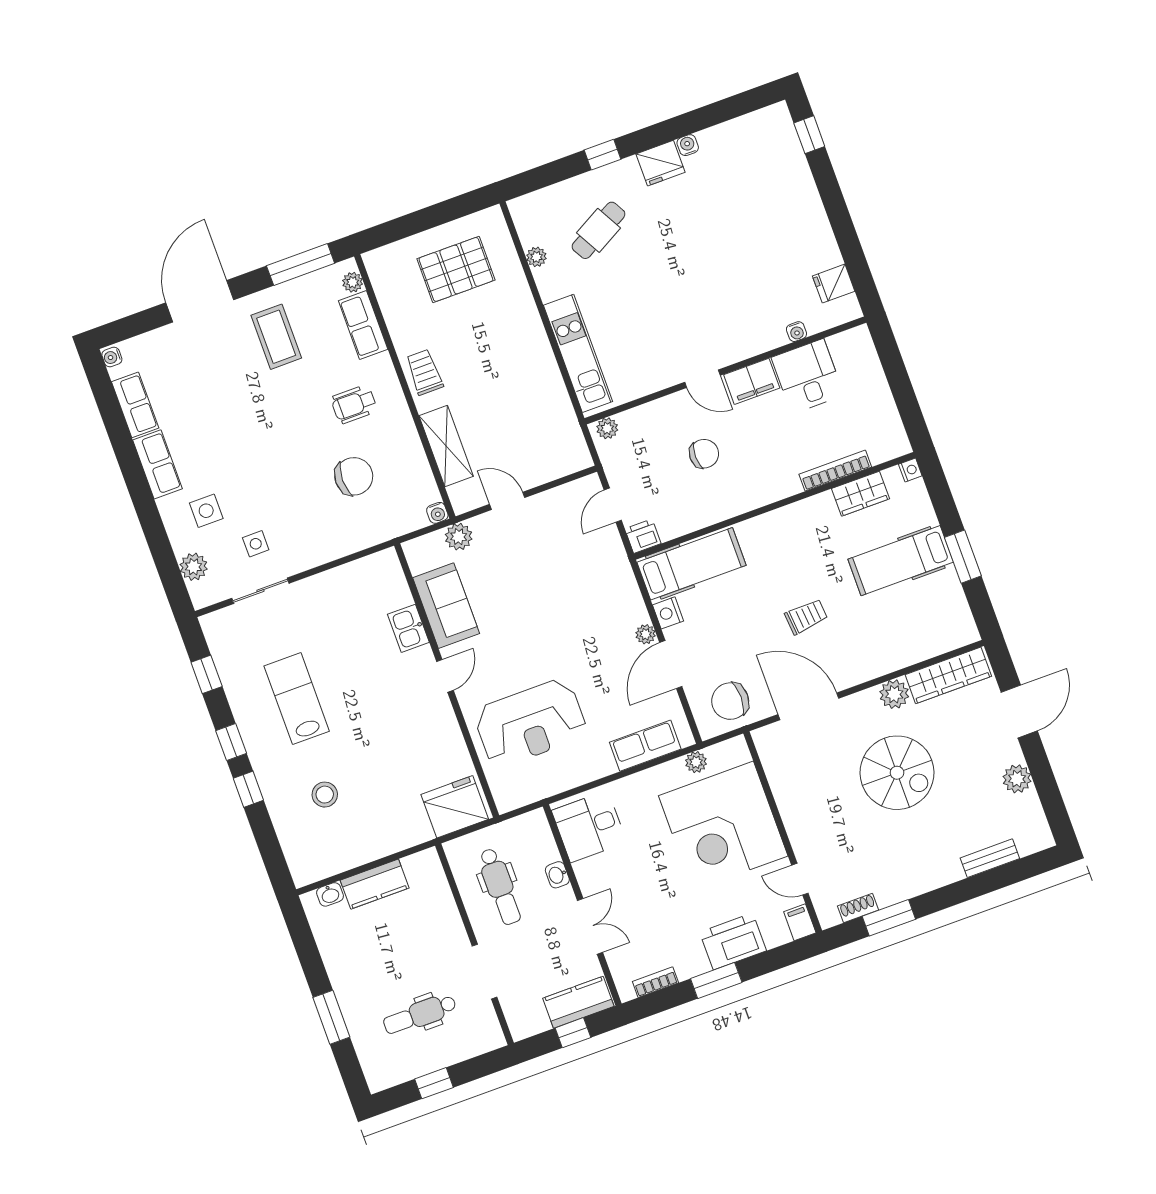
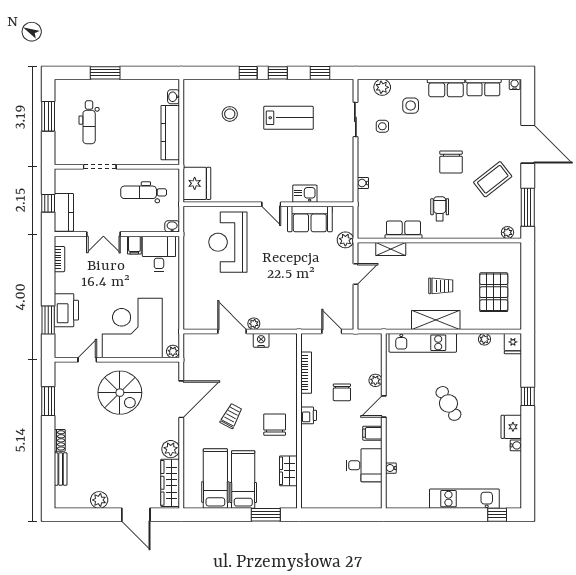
kitchen unit: (803, 196) -> (464, 499), added
cafe table: (598, 230) -> (448, 403), moved
fridge: (834, 284) -> (513, 344), moved, turned 180
row of seats: (363, 325) -> (403, 230), moved
coffee table: (276, 337) -> (493, 179), turned -38
shelving: (534, 346) -> (436, 320), added
trolley: (424, 372) -> (441, 286), moved
filing cabinet: (752, 381) -> (372, 433), width x0.50
plant: (607, 428) -> (375, 380), moved
shelving: (446, 446) -> (391, 249), width x0.67, depth x0.75
nightstand: (910, 470) -> (291, 503), removed
bookcase: (835, 471) -> (306, 373), moved
chair: (354, 476) -> (451, 162), moved
water cooler: (437, 513) -> (363, 183), moved
printer: (643, 536) -> (309, 415), moved
window: (963, 557) -> (266, 515), moved
hospital bed: (692, 564) -> (215, 479), moved, turned 180
trolley: (806, 617) -> (231, 416), turned -147
chair: (730, 701) -> (275, 425), moved
row of seats: (645, 746) -> (192, 301), removed
plant: (696, 762) -> (173, 351), moved
spiral stairs: (897, 773) -> (120, 393), moved, turned -90
washbasin: (557, 875) -> (172, 226), moved
kitchen counter: (375, 884) -> (170, 133), width x1.50
shoe rack: (858, 908) -> (60, 440), moved
filing cabinet: (800, 922) -> (134, 245), moved, turned 90
window: (716, 981) -> (48, 320), moved
dental chair: (420, 1014) -> (89, 122), turned 180
window: (434, 1083) -> (48, 116), width x1.50

